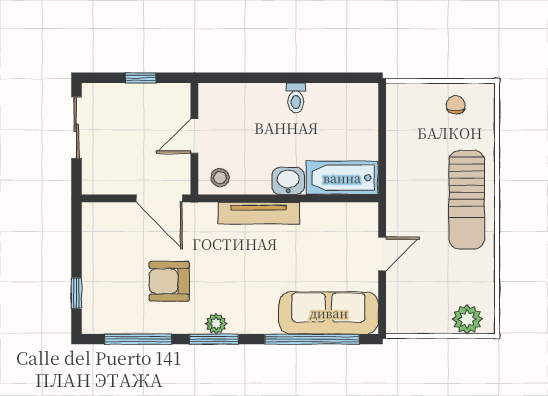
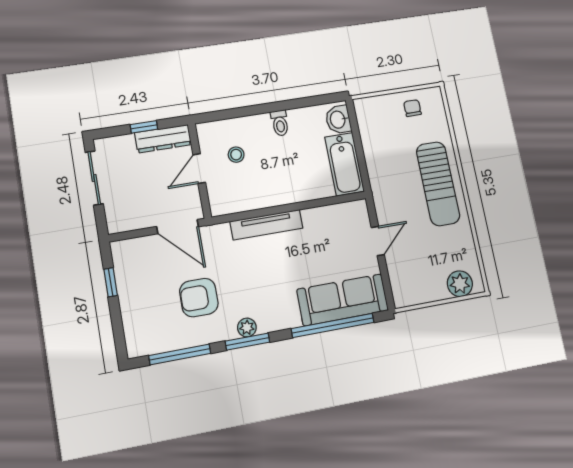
dresser: (160, 95) -> (163, 139), added
stool: (220, 178) -> (236, 155), moved
bathtub: (342, 178) -> (345, 164), moved, turned -90
washbasin: (288, 181) -> (338, 120), moved, turned -90
window: (76, 293) -> (111, 282), moved

